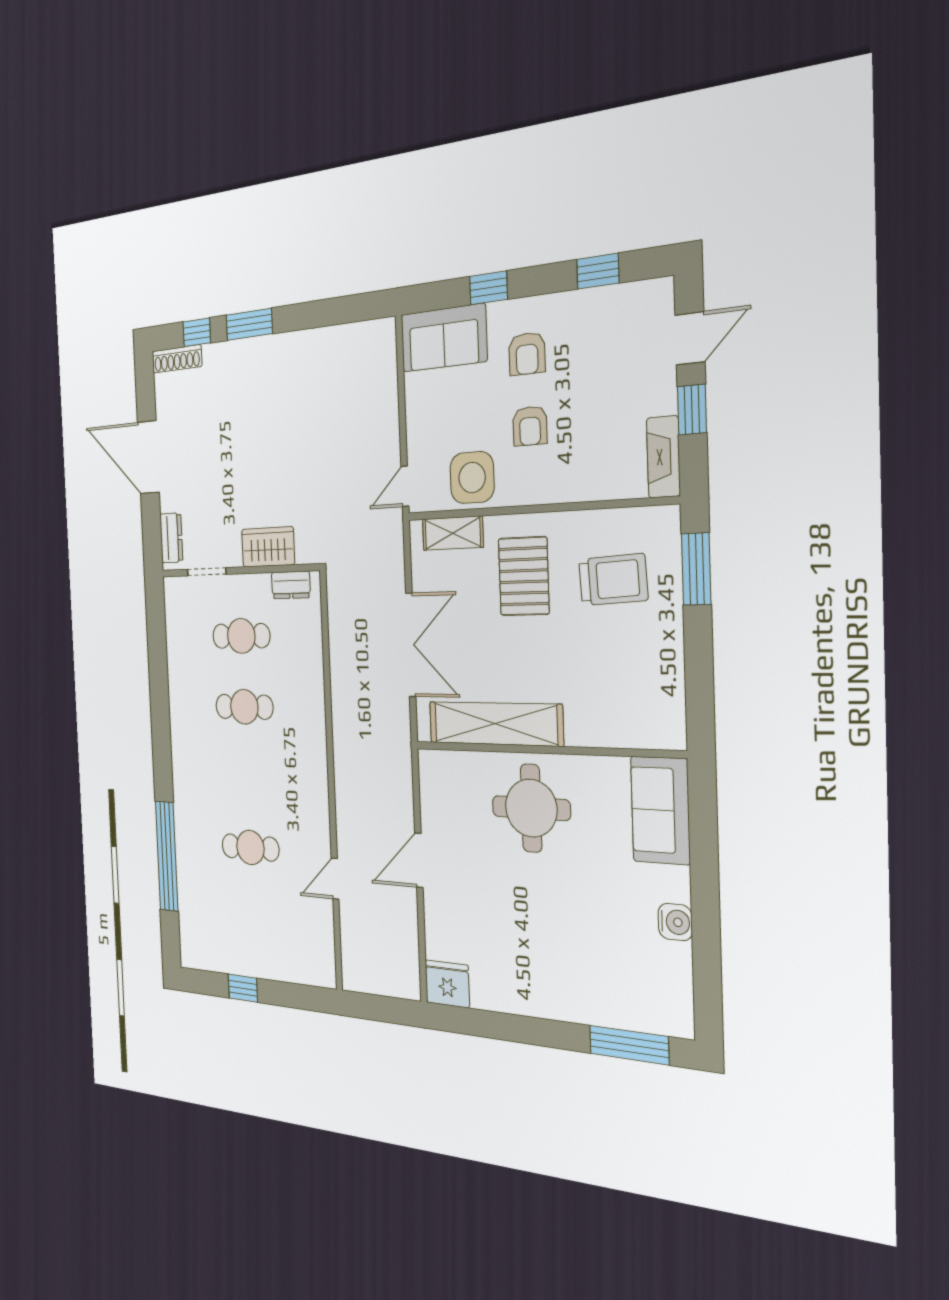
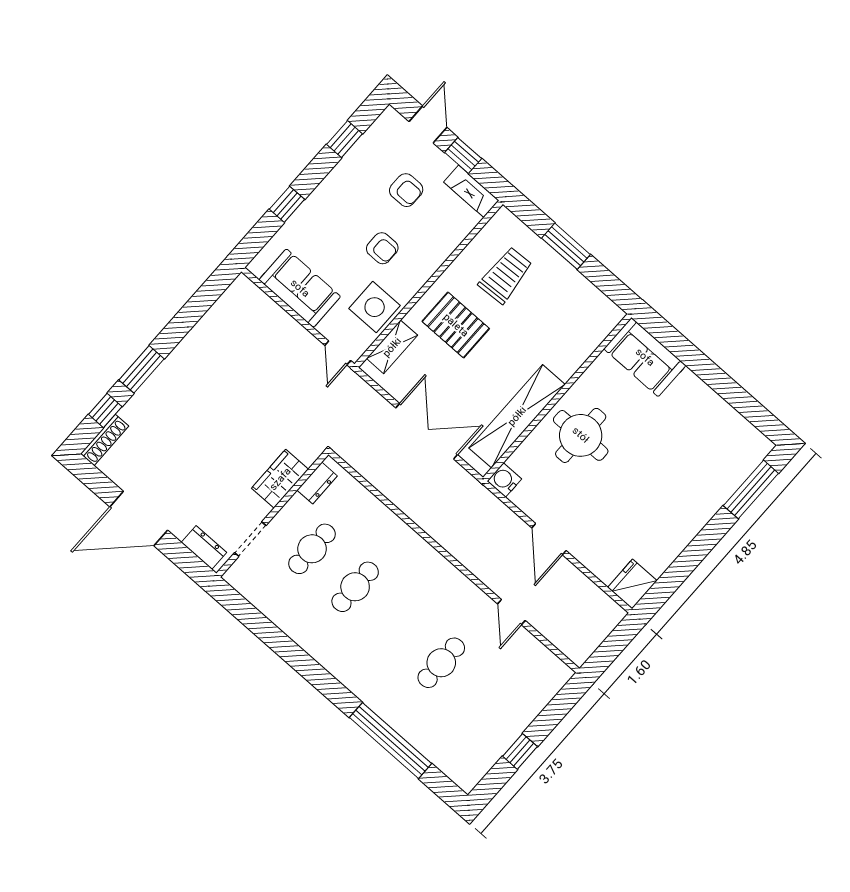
sofa: (444, 338) -> (300, 288), moved, turned -90
armchair: (527, 354) -> (406, 190), moved
window: (696, 569) -> (566, 246), moved
water cooler: (675, 922) -> (504, 480), moved, turned -90

